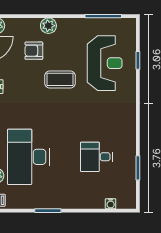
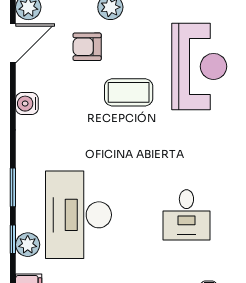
desk: (97, 157) -> (186, 215), turned -90

